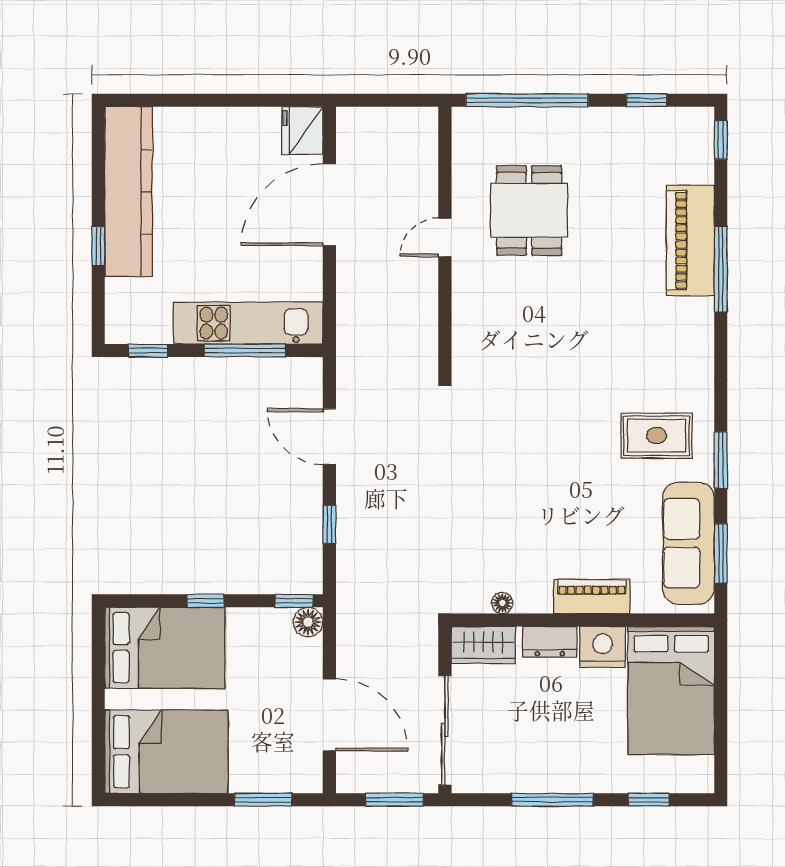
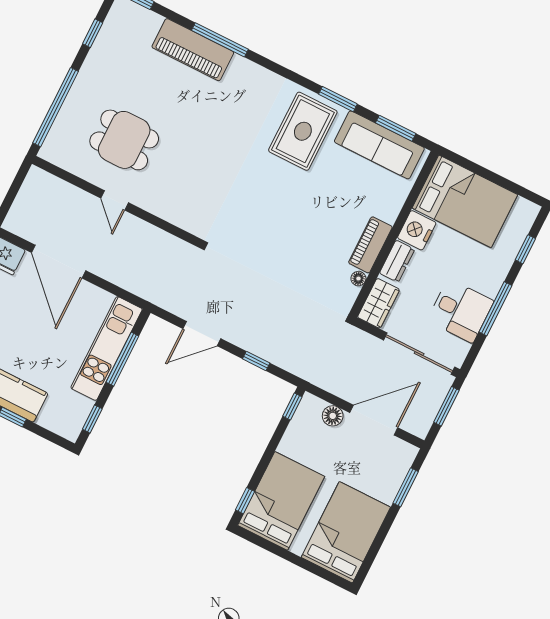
rug: (657, 436) -> (303, 131), width x1.36, depth x1.43
piano: (592, 597) -> (370, 245), moved
window: (206, 601) -> (245, 501), moved
floor lamp: (308, 622) -> (333, 416), moved
desk: (527, 756) -> (460, 311), added

